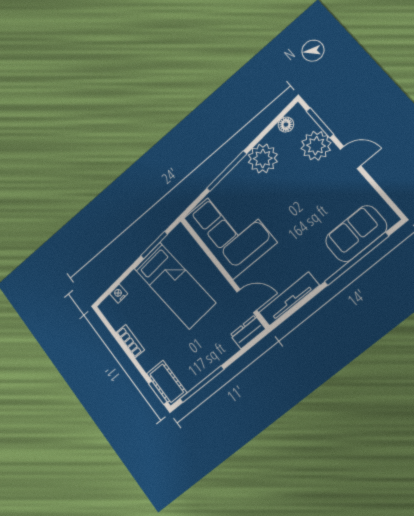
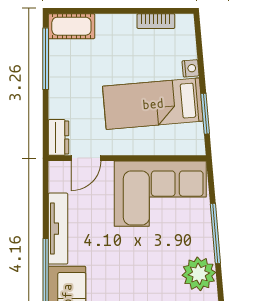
nightstand: (119, 294) -> (190, 68), moved
tv unit: (289, 299) -> (58, 229), moved
bookcase: (130, 341) -> (156, 21), moved
window: (158, 393) -> (70, 11), removed

